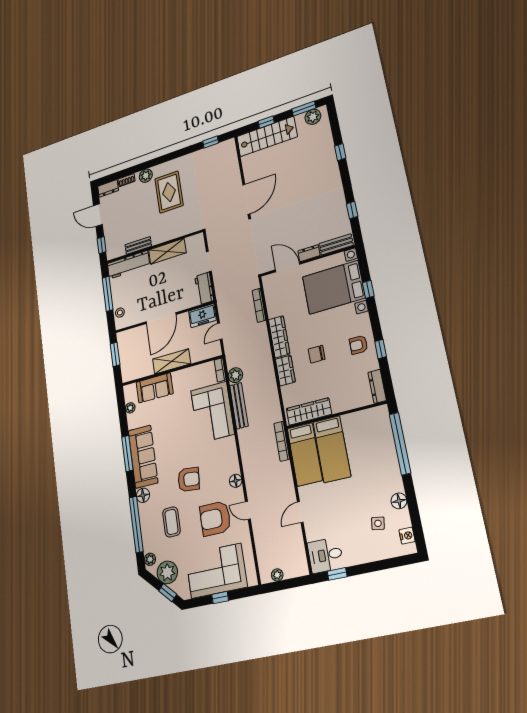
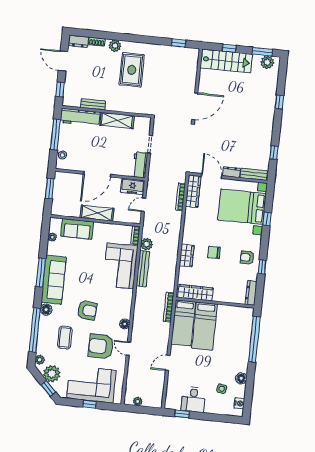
wardrobe: (279, 337) -> (193, 191), moved
desk: (325, 555) -> (193, 399), moved, turned -90

